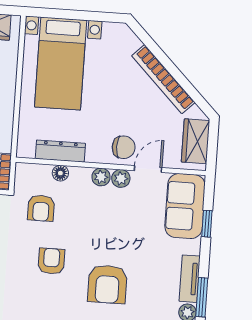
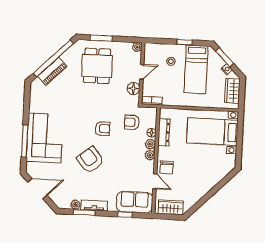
bookcase: (163, 79) -> (205, 189), removed
plant: (121, 178) -> (150, 144), moved
armchair: (107, 284) -> (90, 160), turned 51

